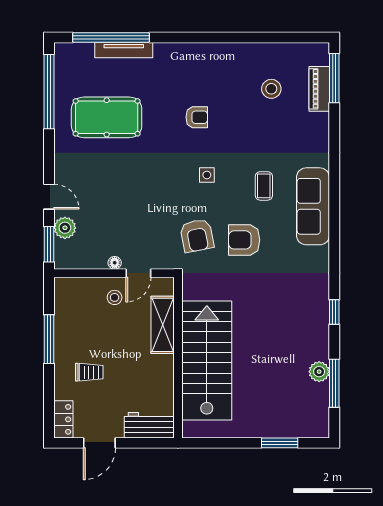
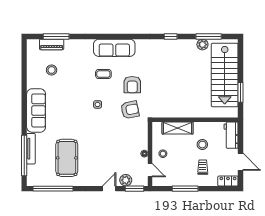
sofa: (195, 60) -> (36, 111), added
window: (334, 78) -> (56, 36), moved
armchair: (197, 117) -> (67, 110), removed
door: (138, 273) -> (150, 170), moved
stairs: (207, 361) -> (225, 75), moved, turned -90
stool: (132, 371) -> (202, 145), added
window: (280, 443) -> (241, 92), moved

